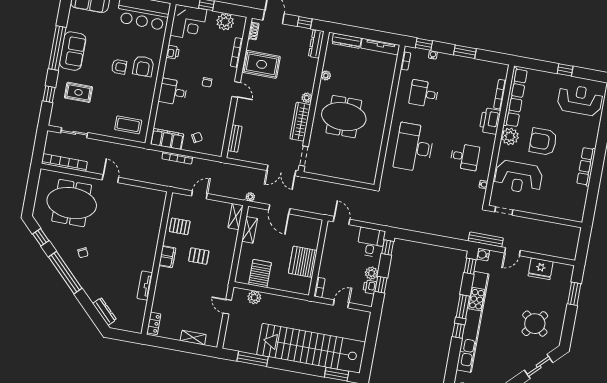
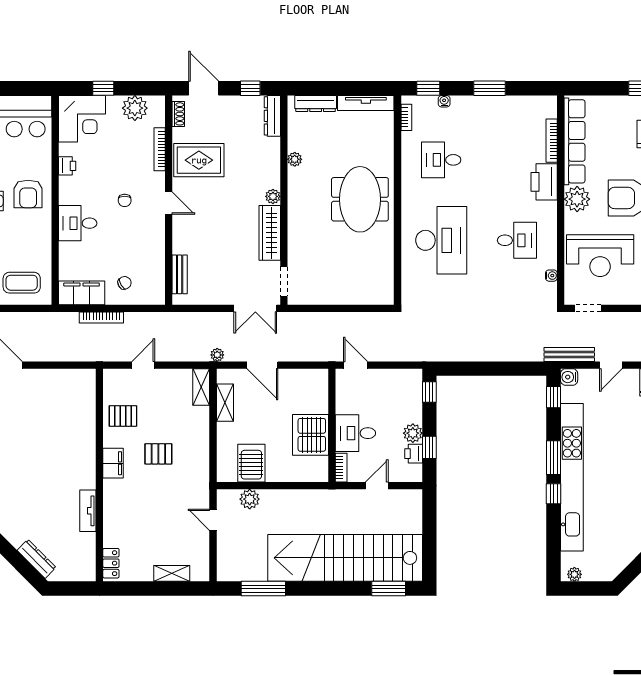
meeting table: (344, 117) -> (360, 199), moved, turned 90
desk: (414, 148) -> (441, 240), turned 180
desk: (371, 242) -> (355, 433), moved, turned -90

